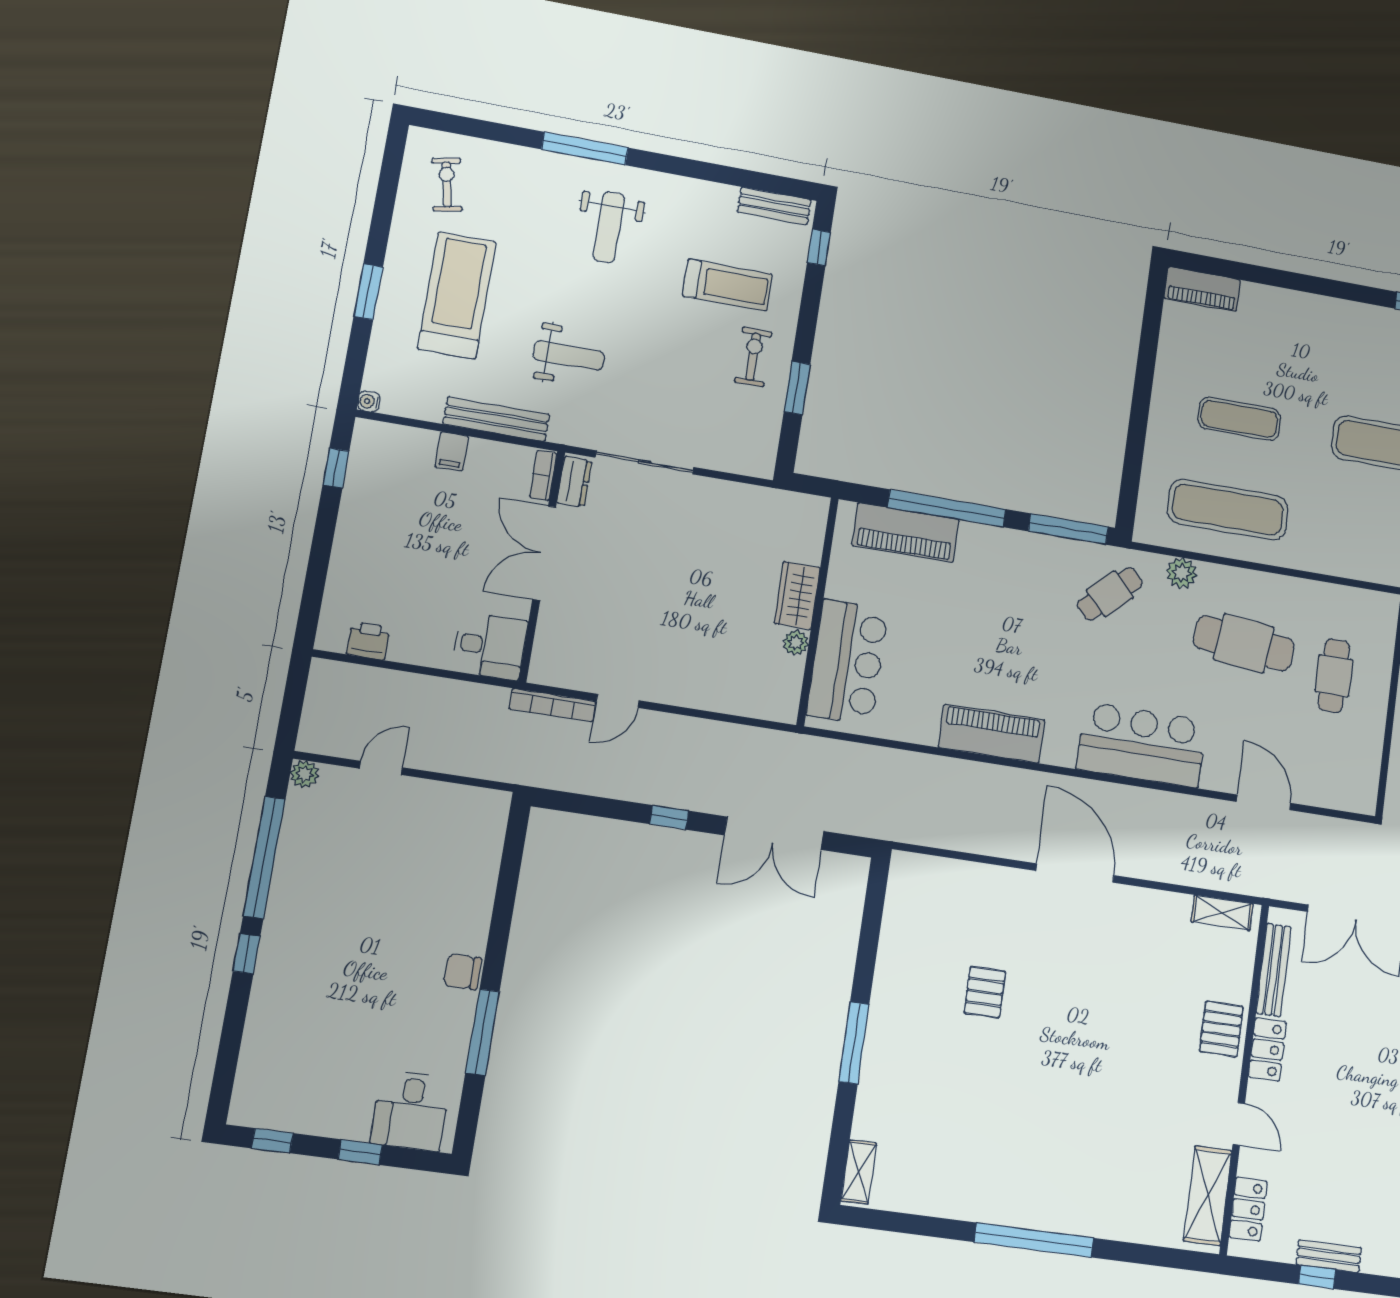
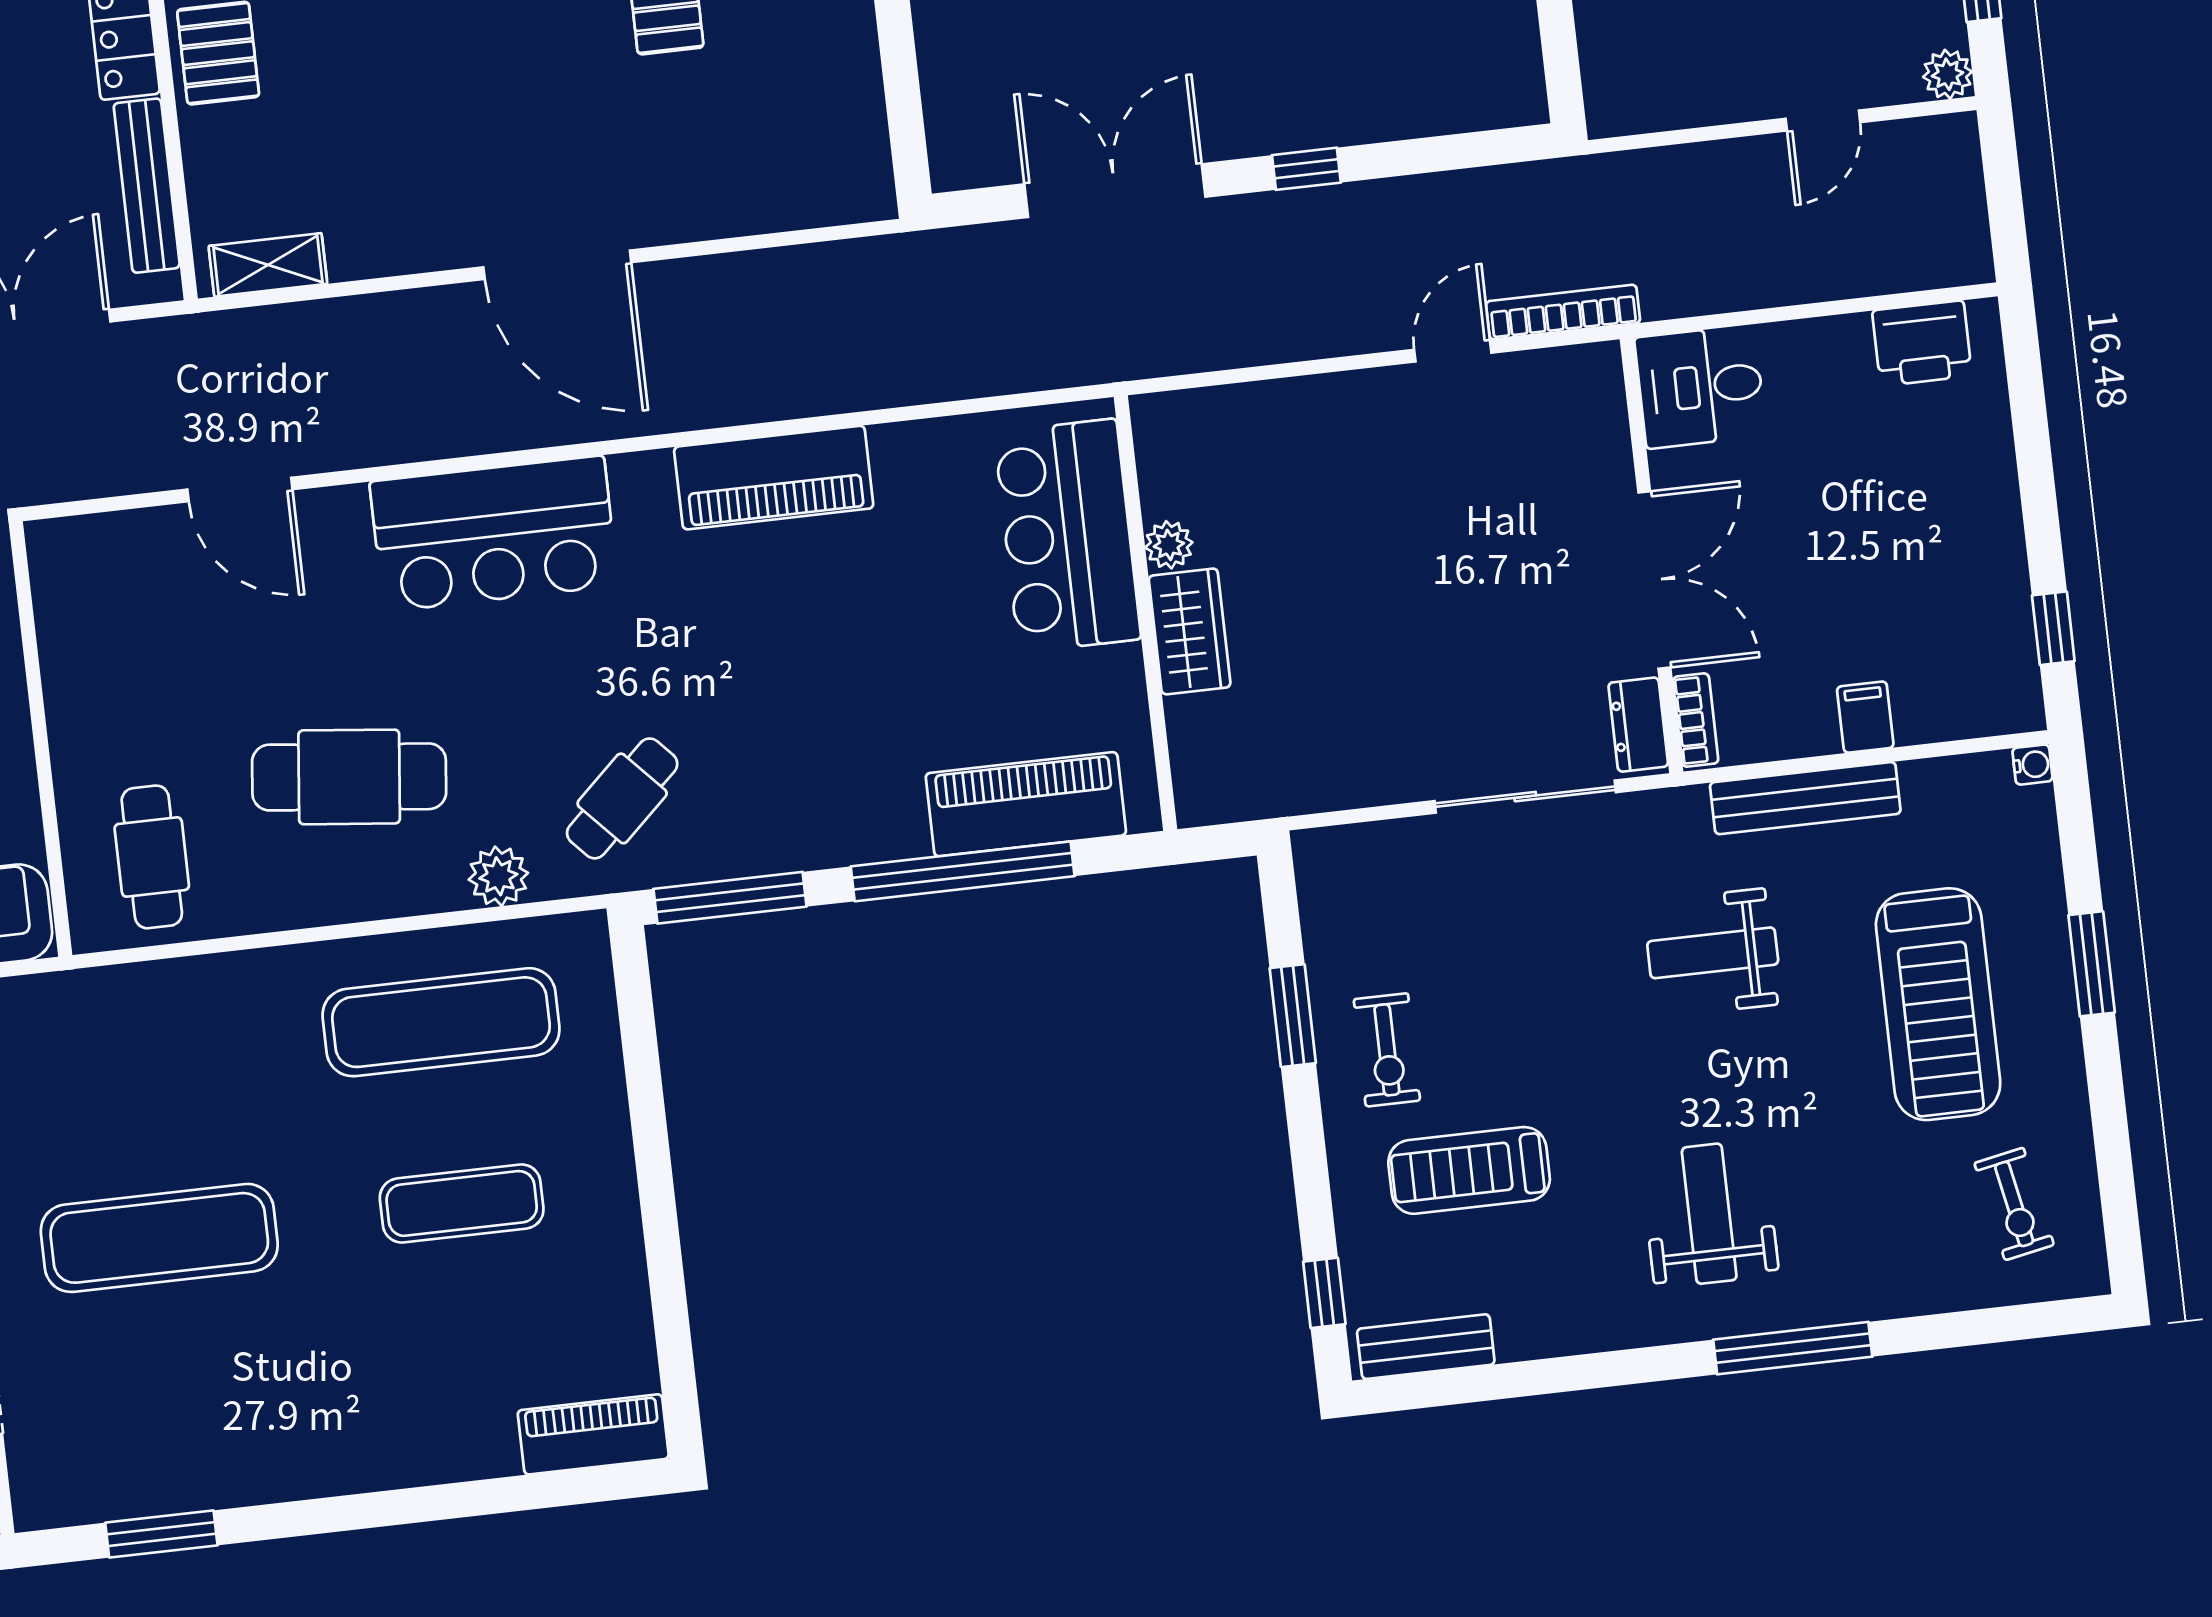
printer: (368, 641) -> (1922, 343), width x1.36, depth x1.24
cafe table: (1334, 676) -> (152, 857), moved

